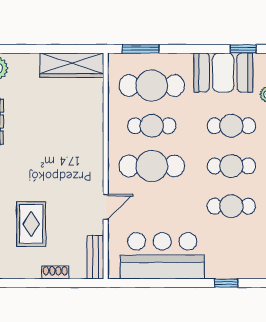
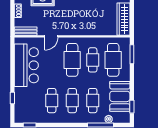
door: (106, 207) -> (51, 36), hinge flipped

